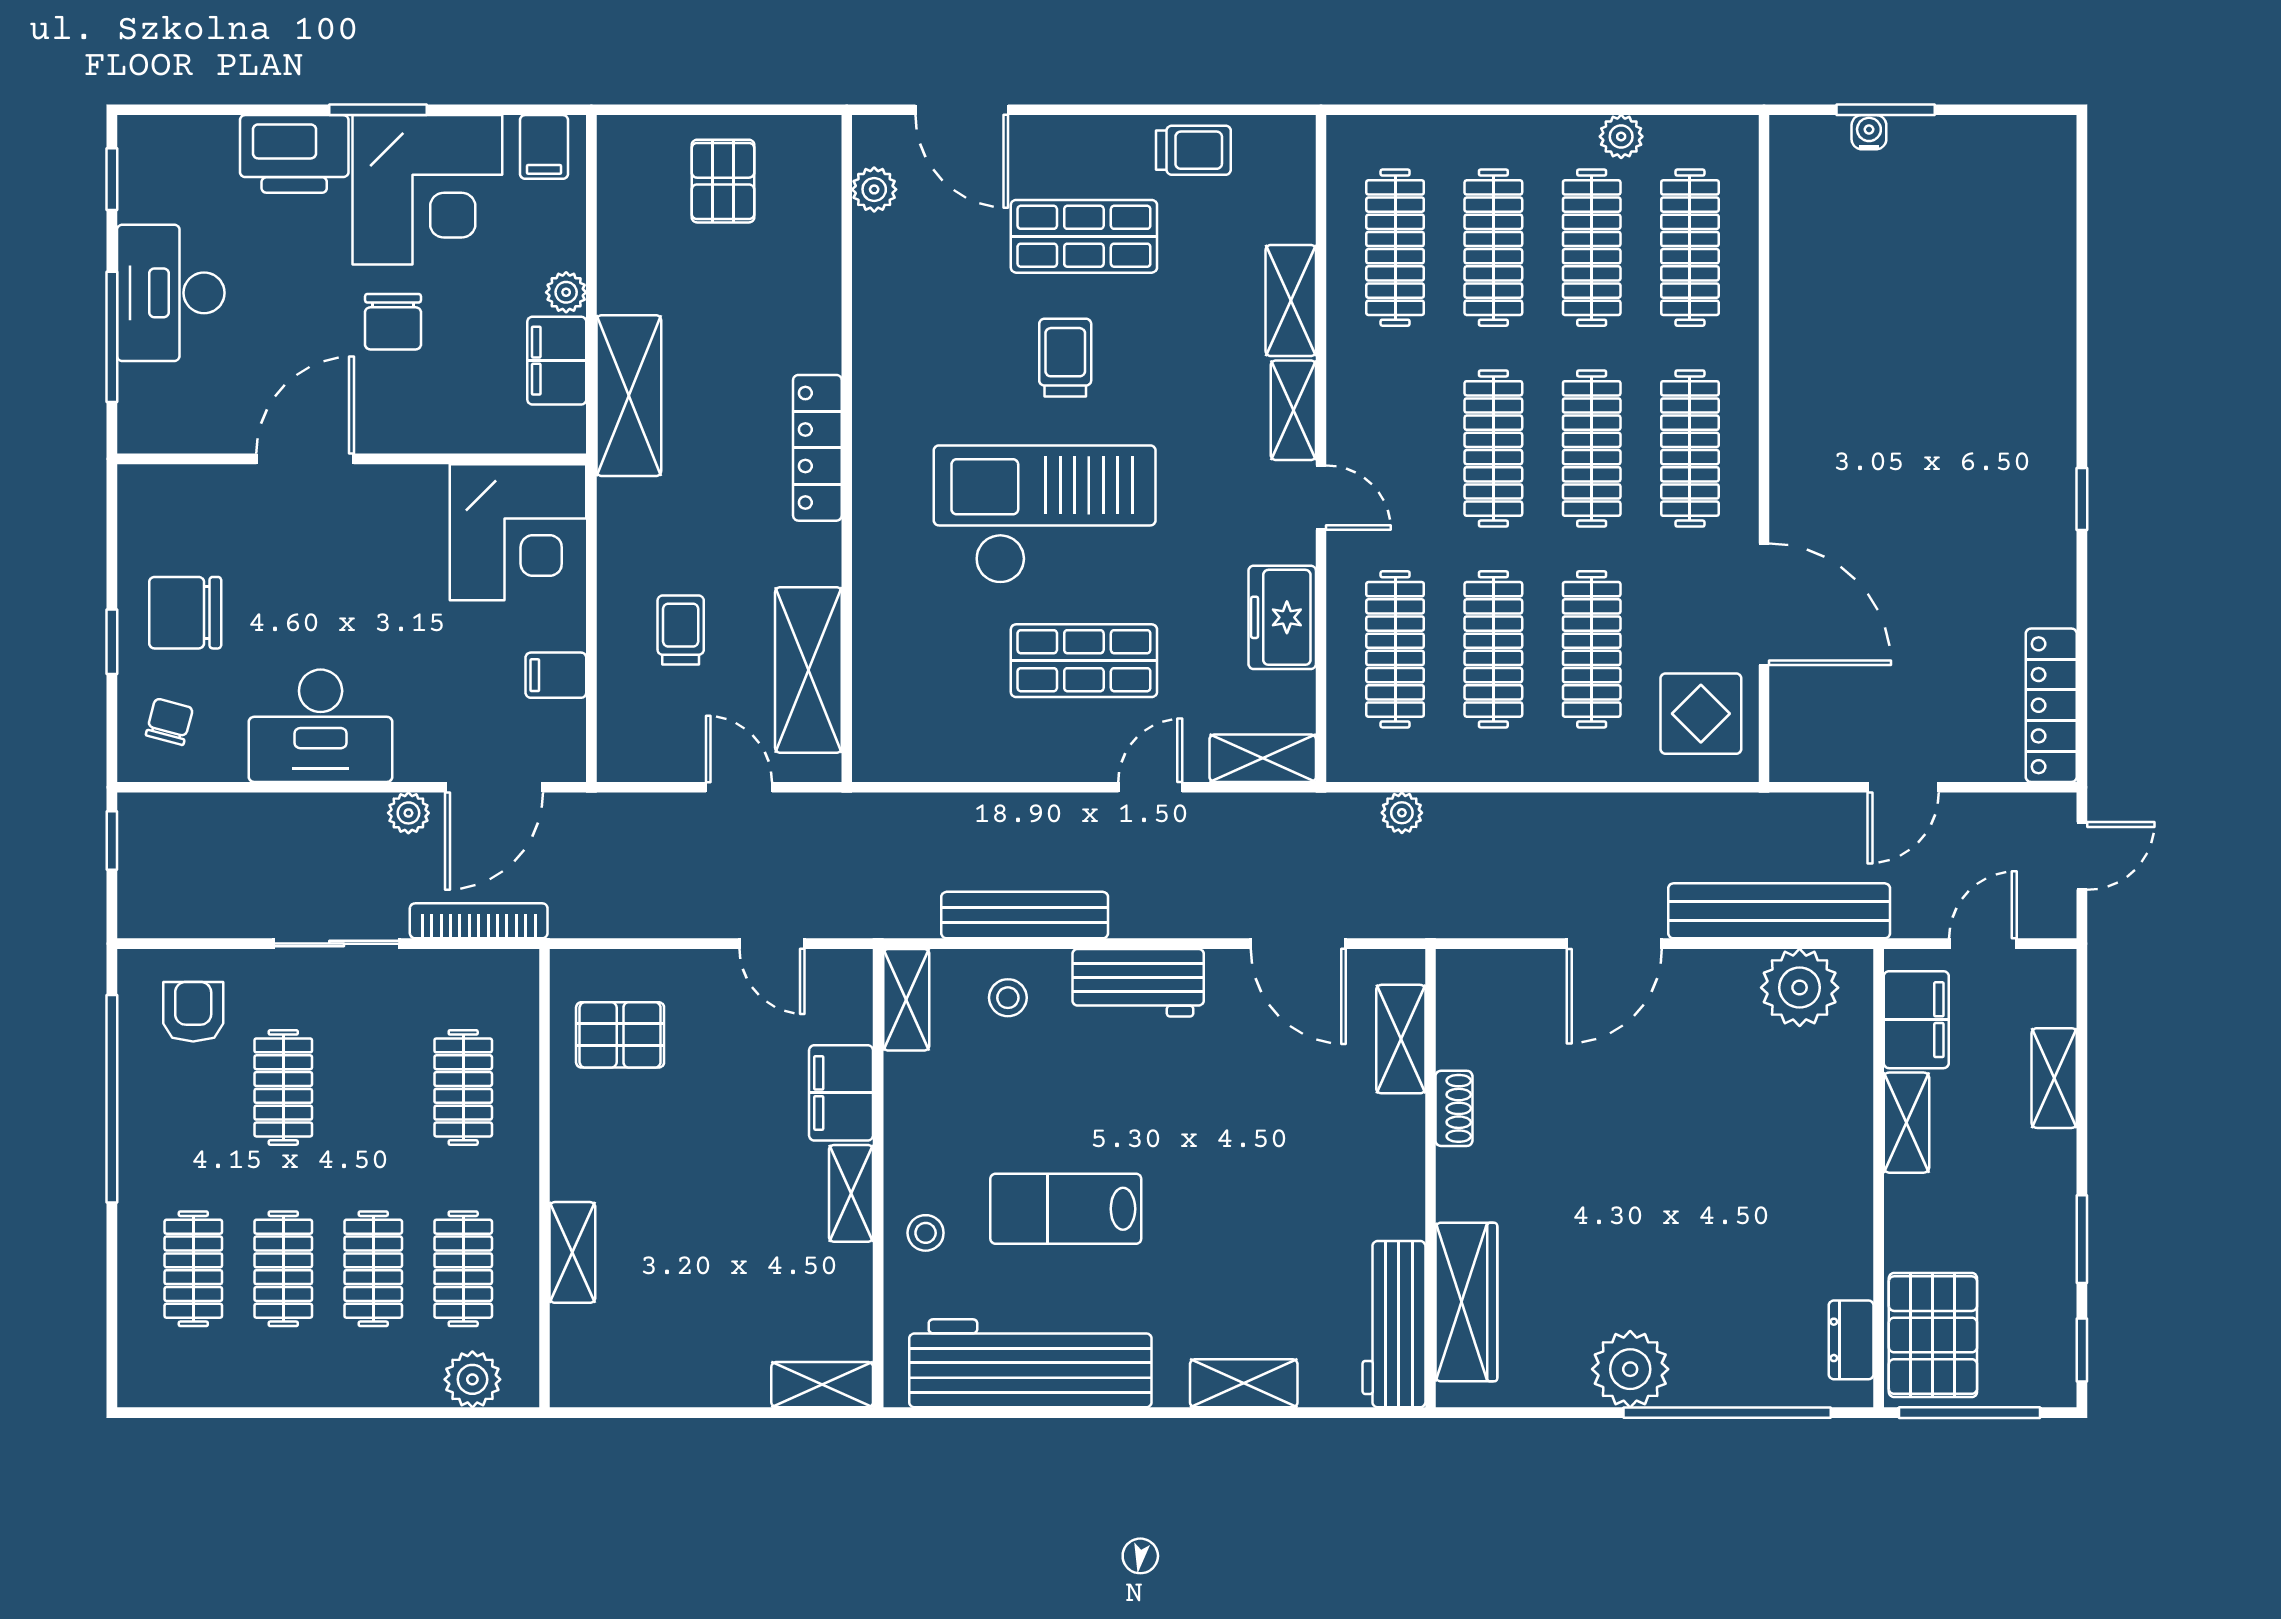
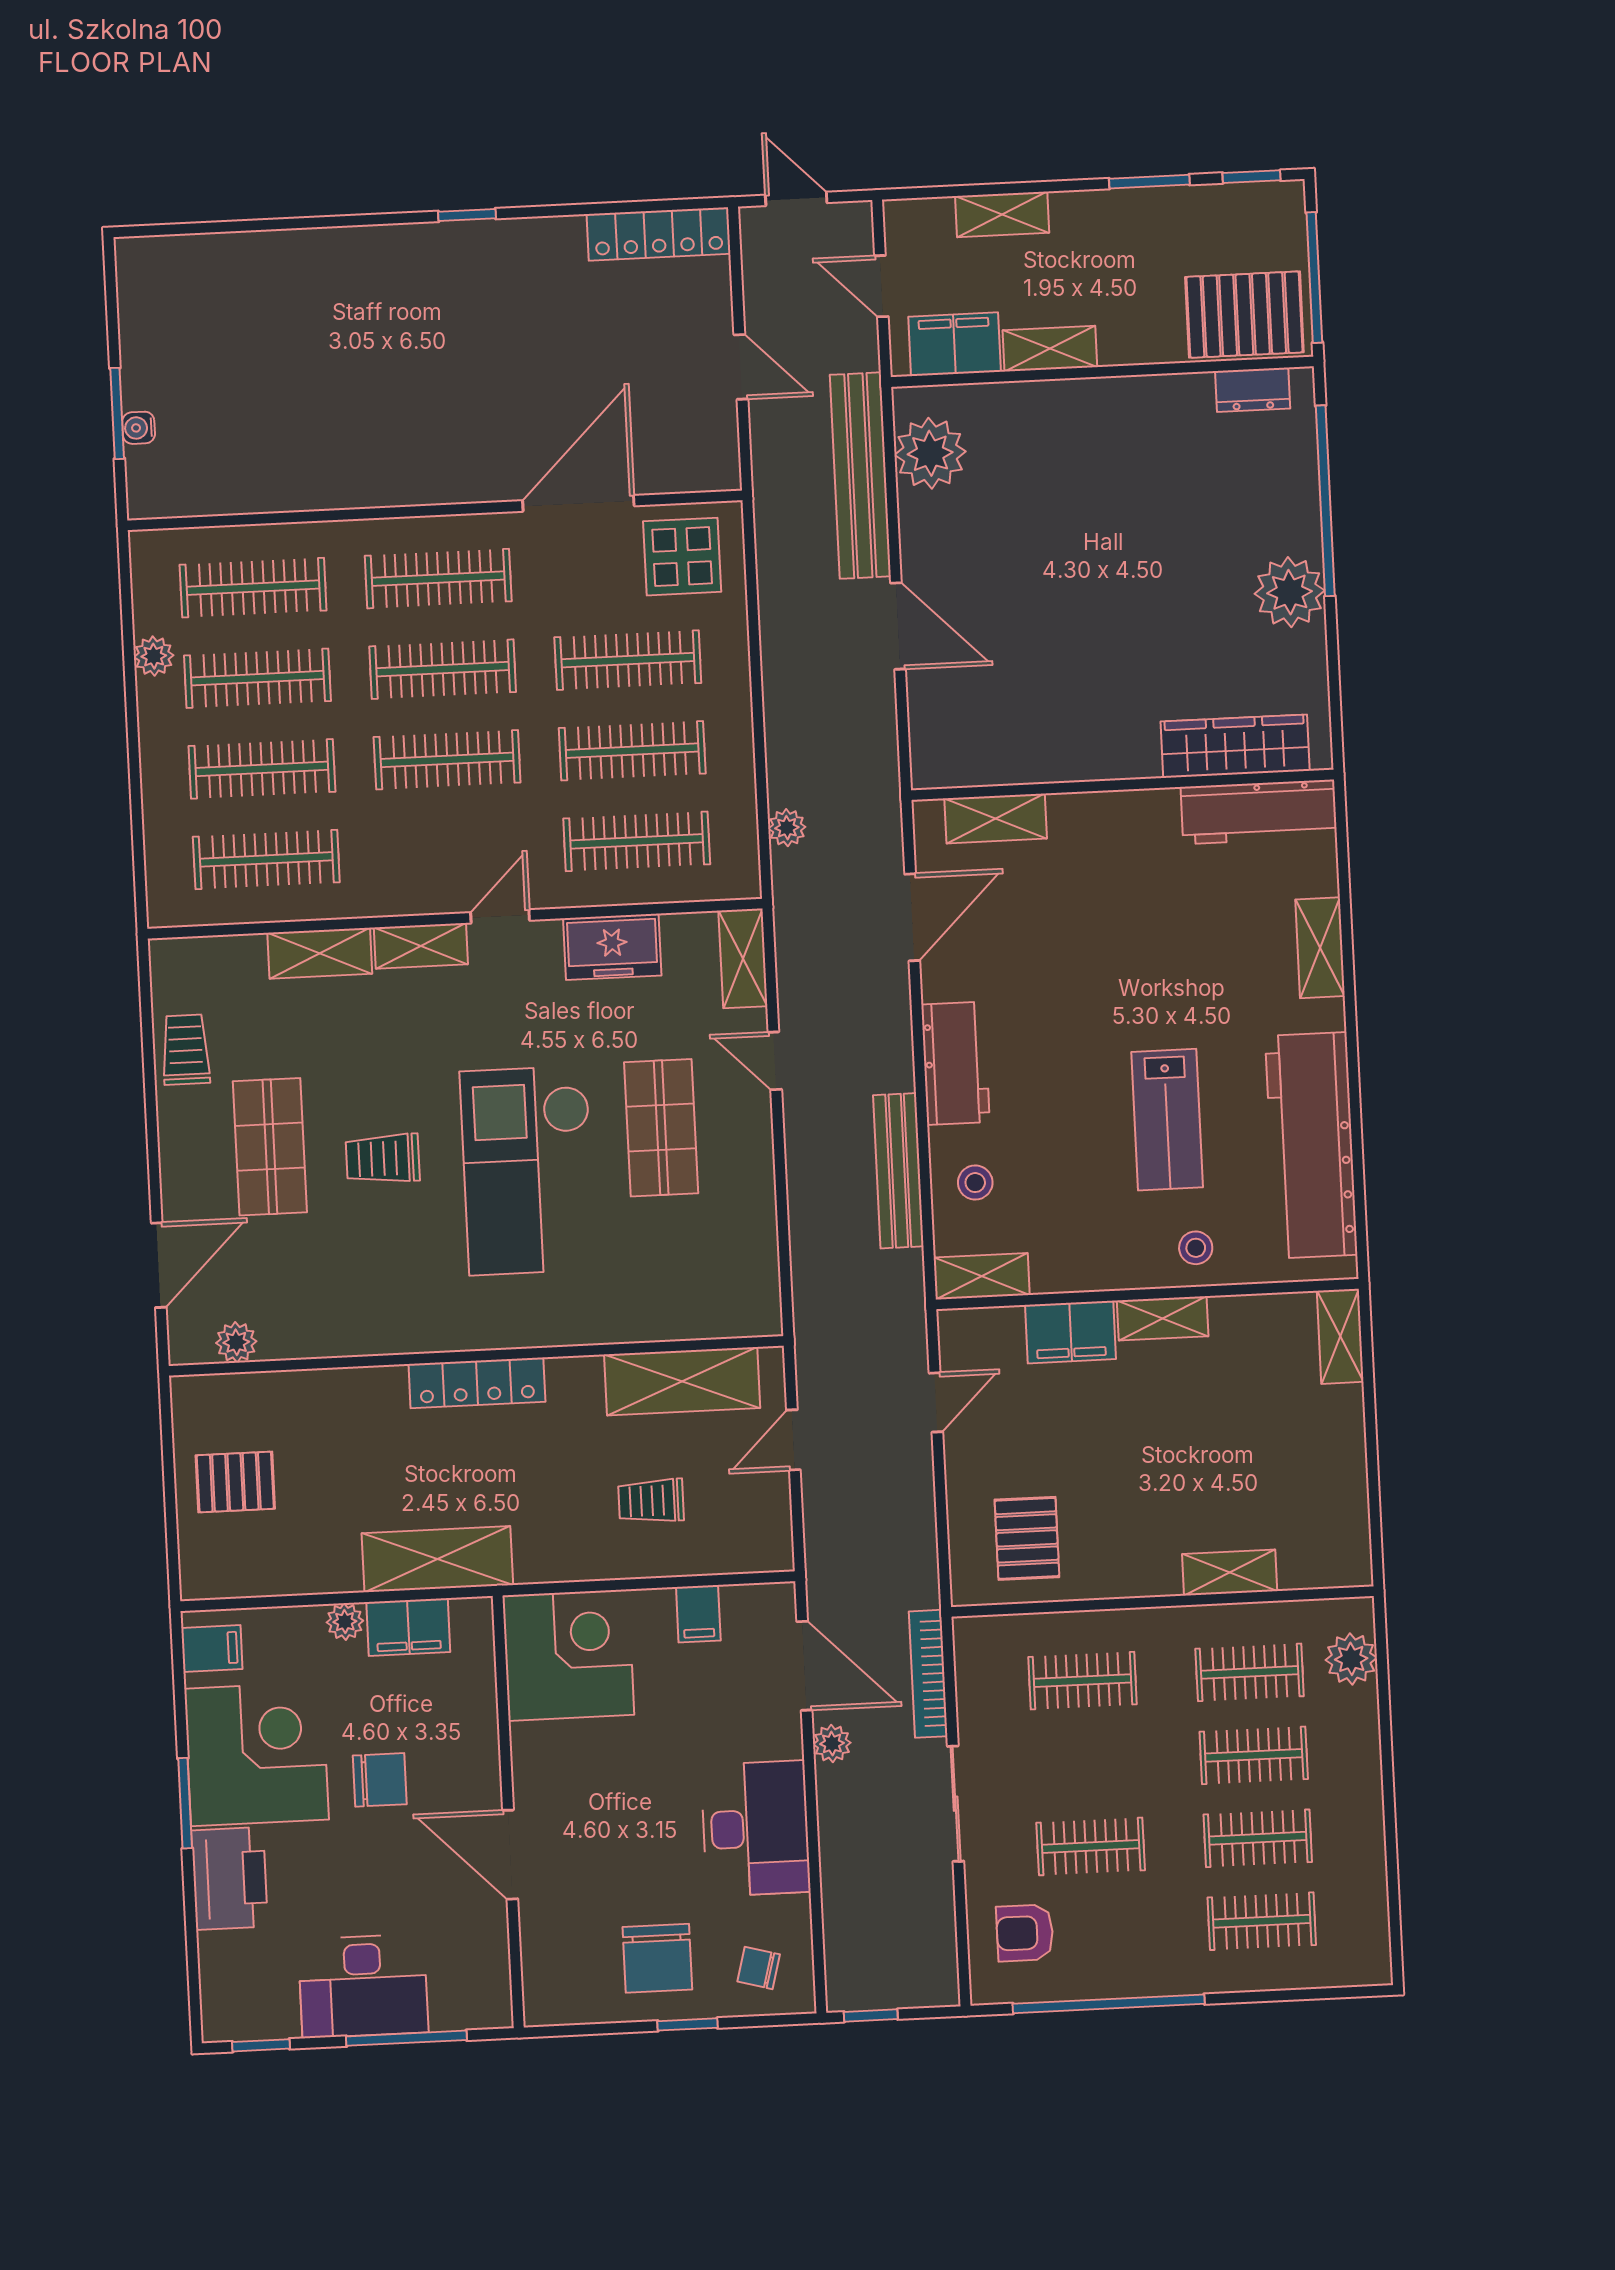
shoe rack: (1454, 1108) -> (1057, 766), removed

